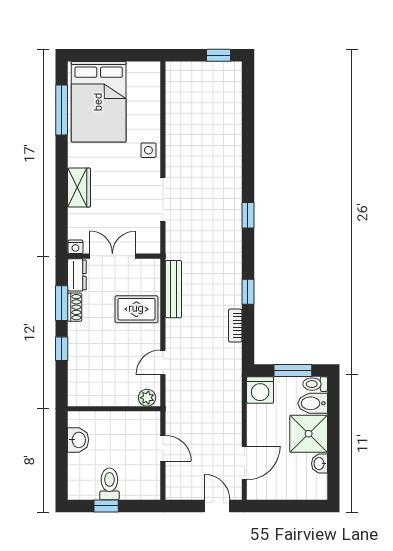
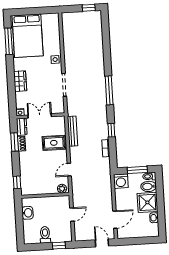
window: (248, 215) -> (109, 90), width x2.17
window: (62, 349) -> (17, 182), moved
door: (163, 448) -> (72, 215), hinge flipped
window: (106, 506) -> (59, 246), moved

